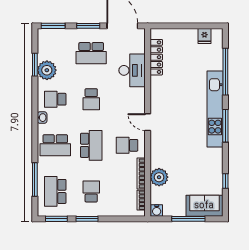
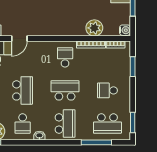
school desk: (91, 99) -> (23, 90), width x1.85
door: (148, 122) -> (19, 39), moved
school desk: (127, 145) -> (65, 57), turned 180
window: (87, 219) -> (133, 67), moved

